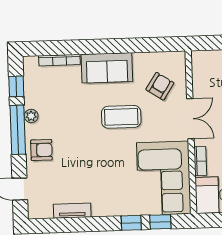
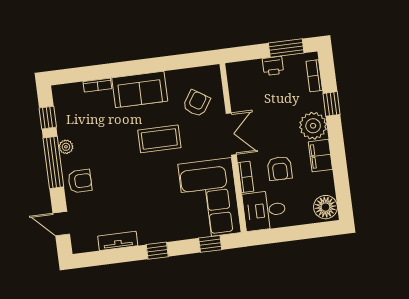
bookcase: (59, 60) -> (97, 85), width x0.64
window: (131, 223) -> (157, 251), moved

